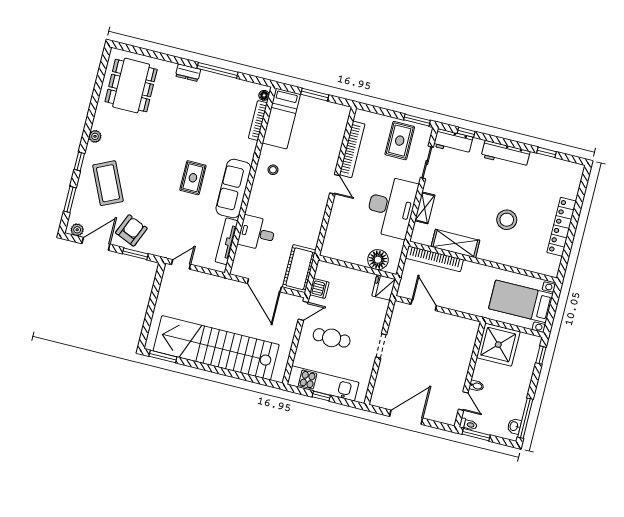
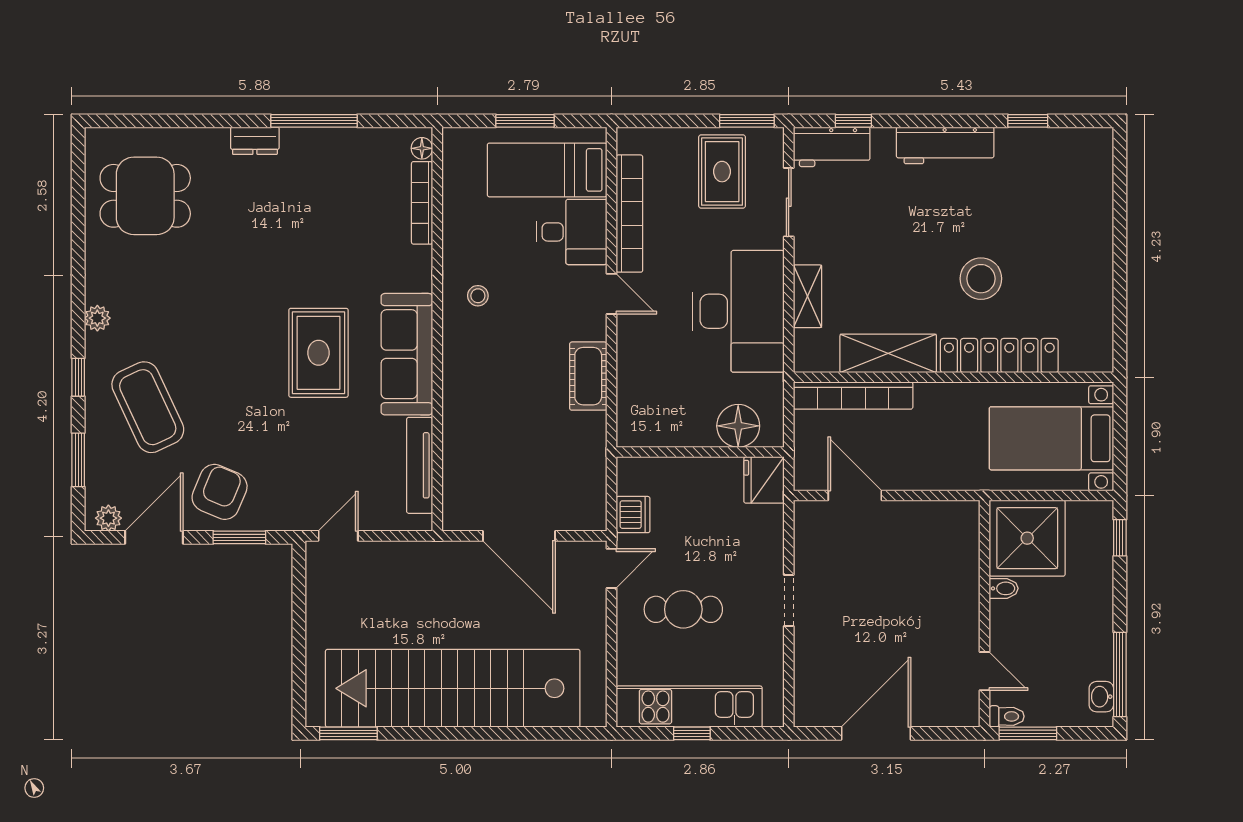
dining table: (131, 86) -> (145, 196), width x0.73
bed: (281, 119) -> (547, 170), moved, turned 90
rug: (193, 178) -> (318, 353), width x1.36, depth x1.43
locker: (562, 227) -> (999, 356), moved, turned 90
desk: (257, 233) -> (572, 232), moved, turned 180
cot: (299, 269) -> (588, 376), moved, width x0.73, depth x0.75
bidet: (476, 386) -> (1004, 588), moved

